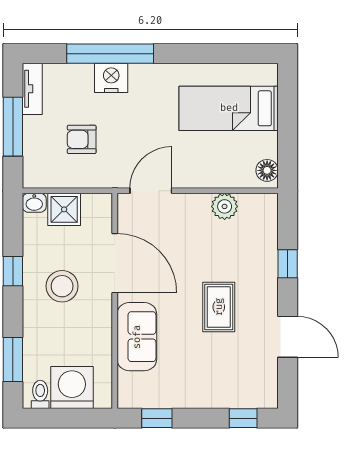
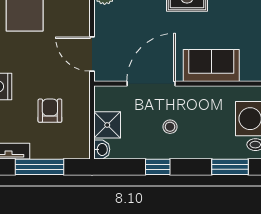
armchair: (82, 139) -> (50, 111), turned 180
stool: (62, 286) -> (170, 127), width x0.53, depth x0.53

